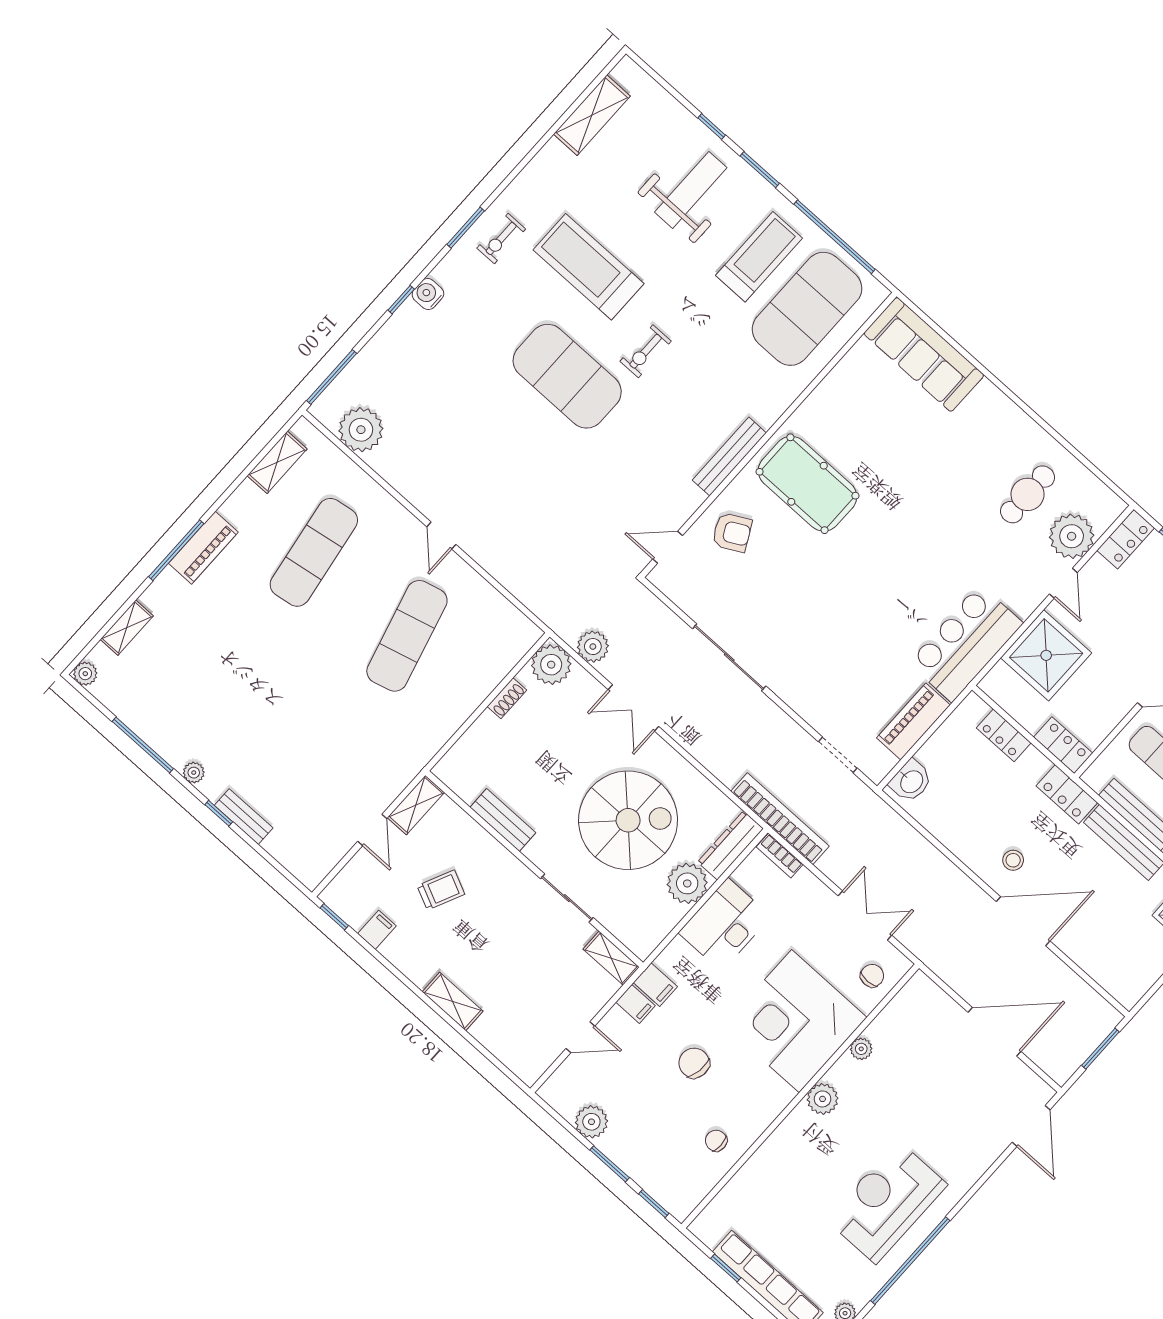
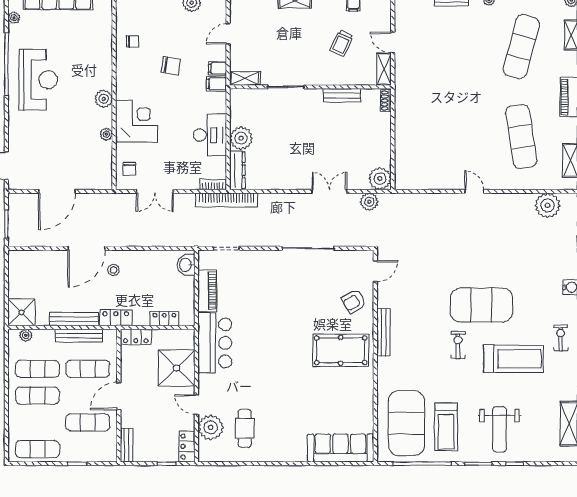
exercise mat: (407, 636) -> (521, 47), moved, turned 30
shoe rack: (507, 698) -> (386, 101), moved
spiral stairs: (628, 820) -> (289, 142), removed
corner desk: (795, 1021) -> (137, 121), width x0.74, depth x0.74

